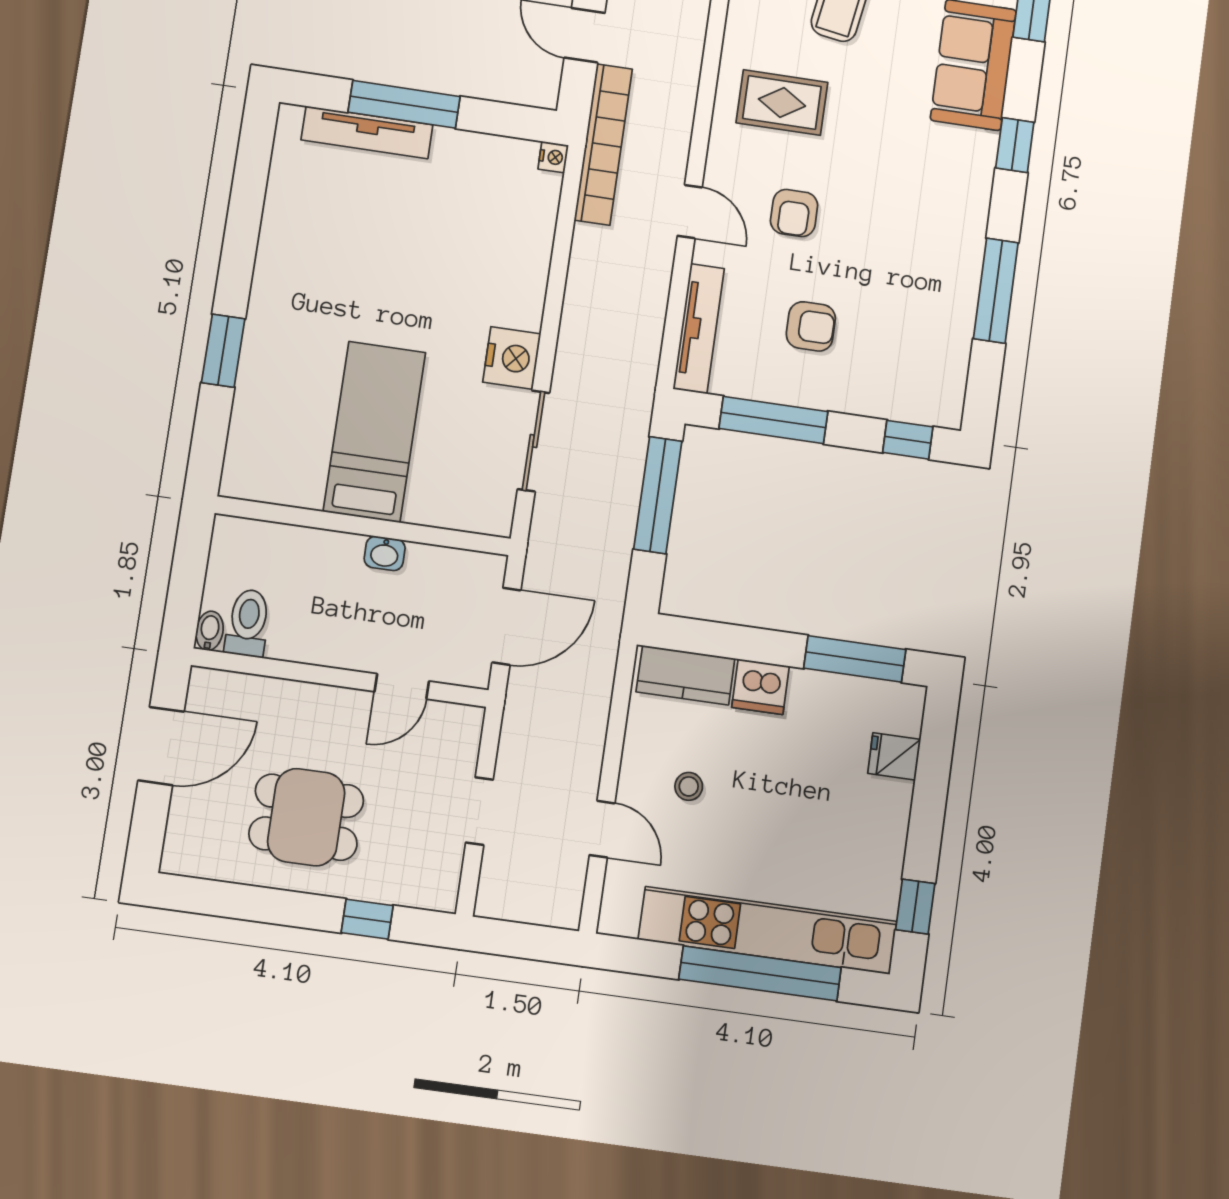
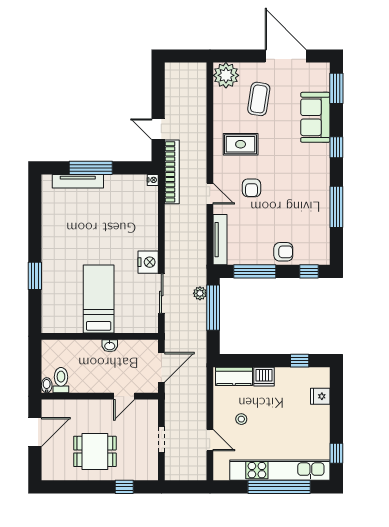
armchair: (811, 326) -> (283, 252), moved
plant: (630, 455) -> (200, 293), added
window: (855, 659) -> (300, 361), width x0.46

